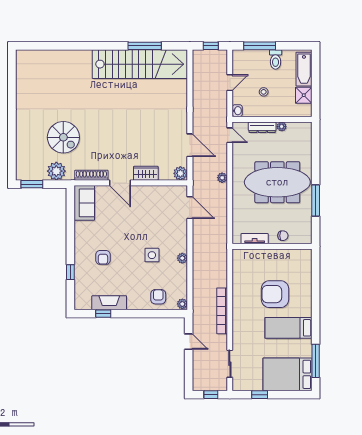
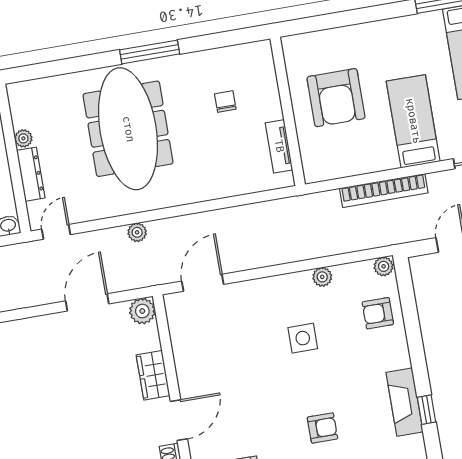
tv unit: (255, 239) -> (279, 146), moved
wall: (272, 246) -> (288, 111), moved
plant: (182, 258) -> (322, 277), moved
bed: (289, 328) -> (413, 121), moved, turned 180

